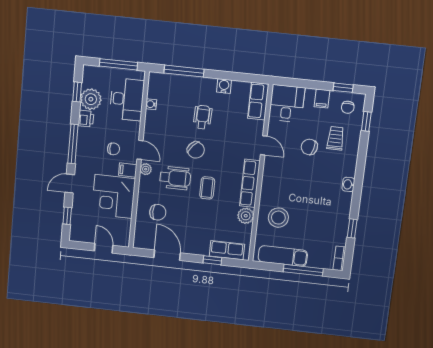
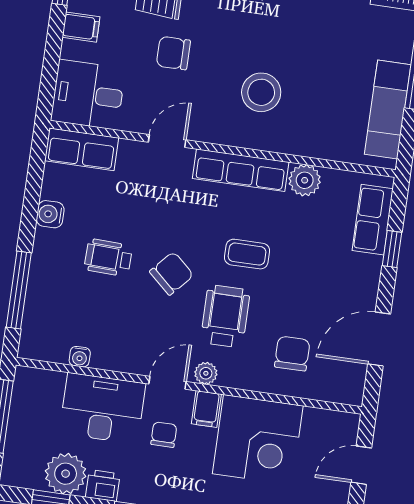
desk: (127, 99) -> (102, 408), moved
chair: (309, 147) -> (173, 53), turned 75
stool: (278, 218) -> (261, 92), moved

